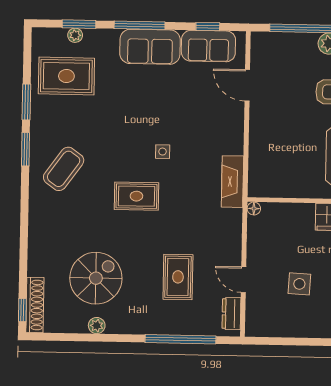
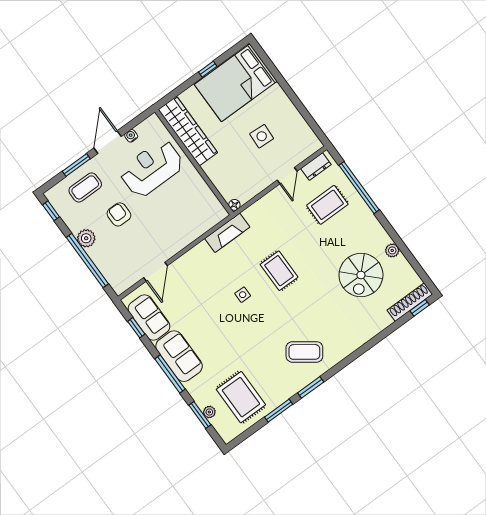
rug: (136, 196) -> (279, 271), moved
rug: (178, 277) -> (327, 205), moved
spiral stairs: (96, 278) -> (361, 275), turned -90

